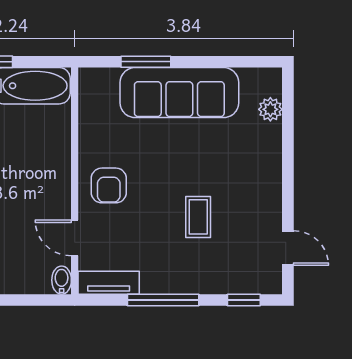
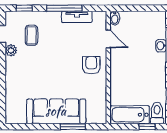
plant: (270, 109) -> (11, 50), moved
coffee table: (198, 217) -> (31, 35), moved
tv unit: (109, 283) -> (77, 17), moved

